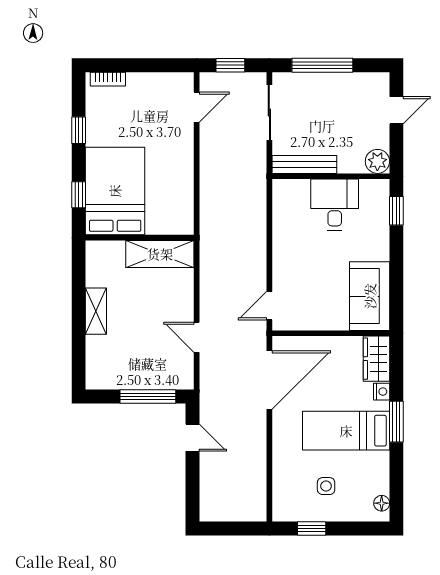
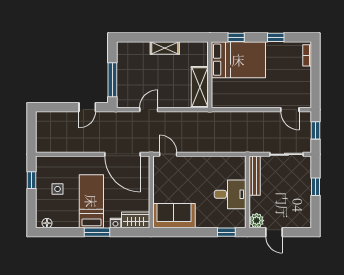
window: (322, 65) -> (316, 187), width x0.46
door: (396, 110) -> (274, 232), moved

